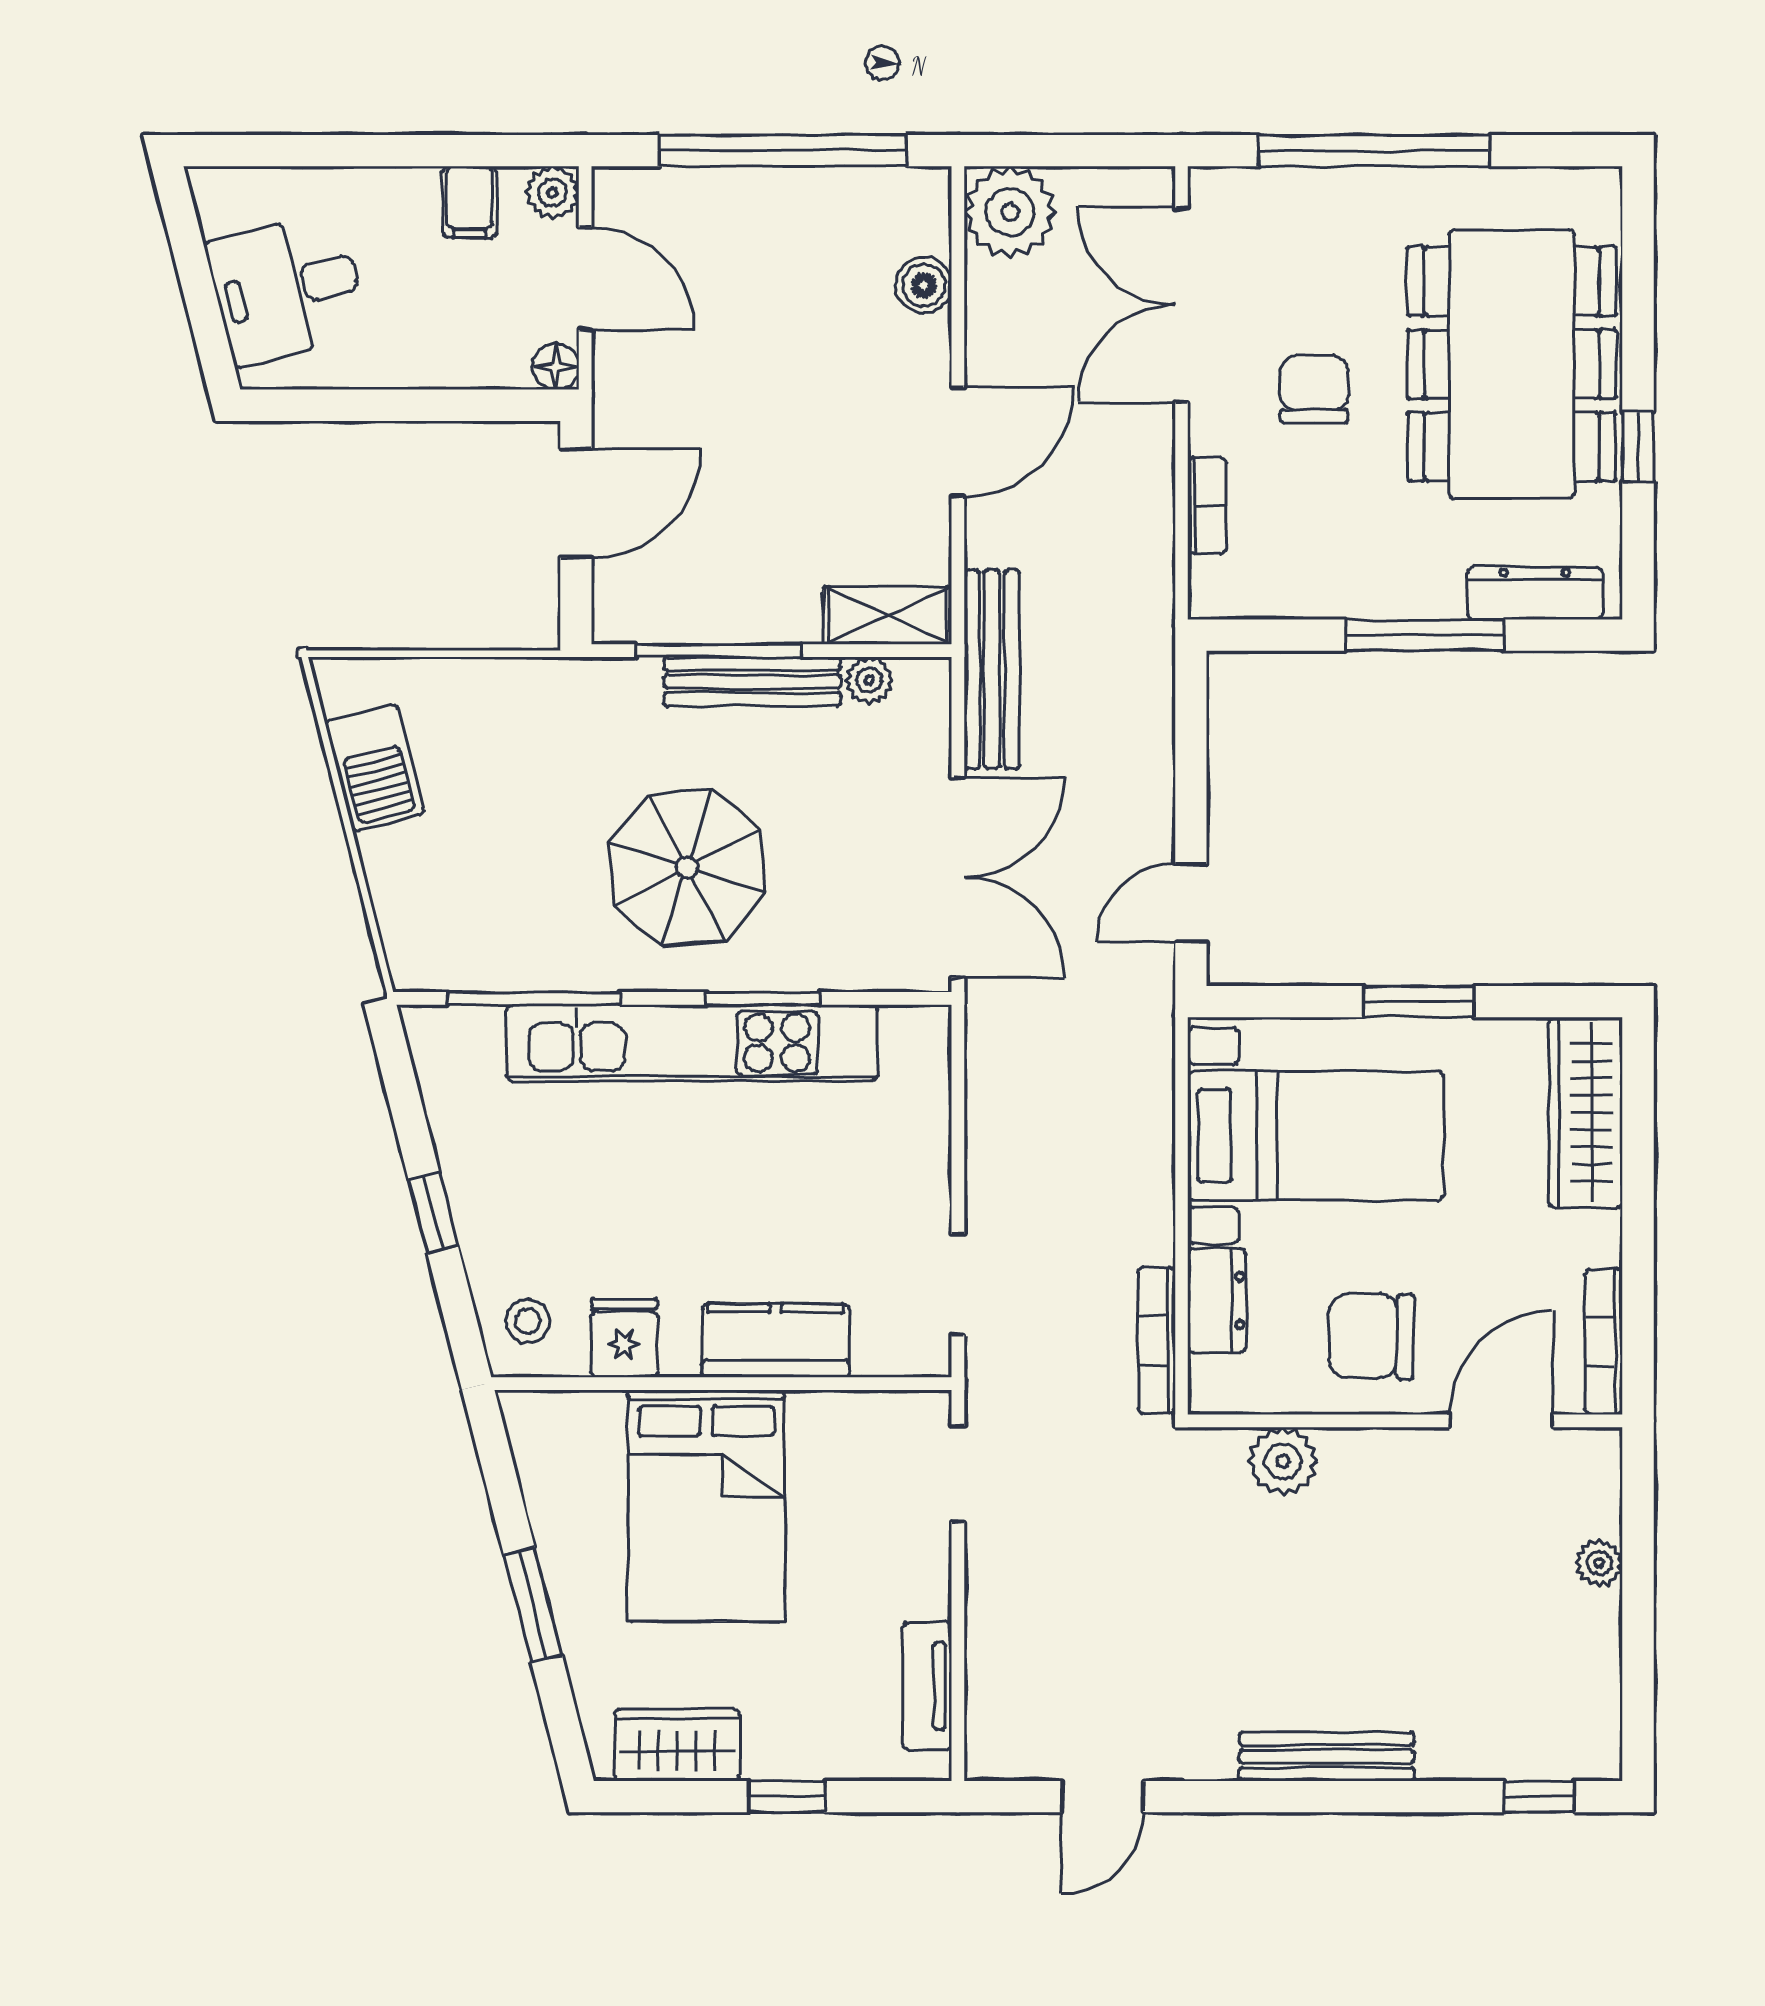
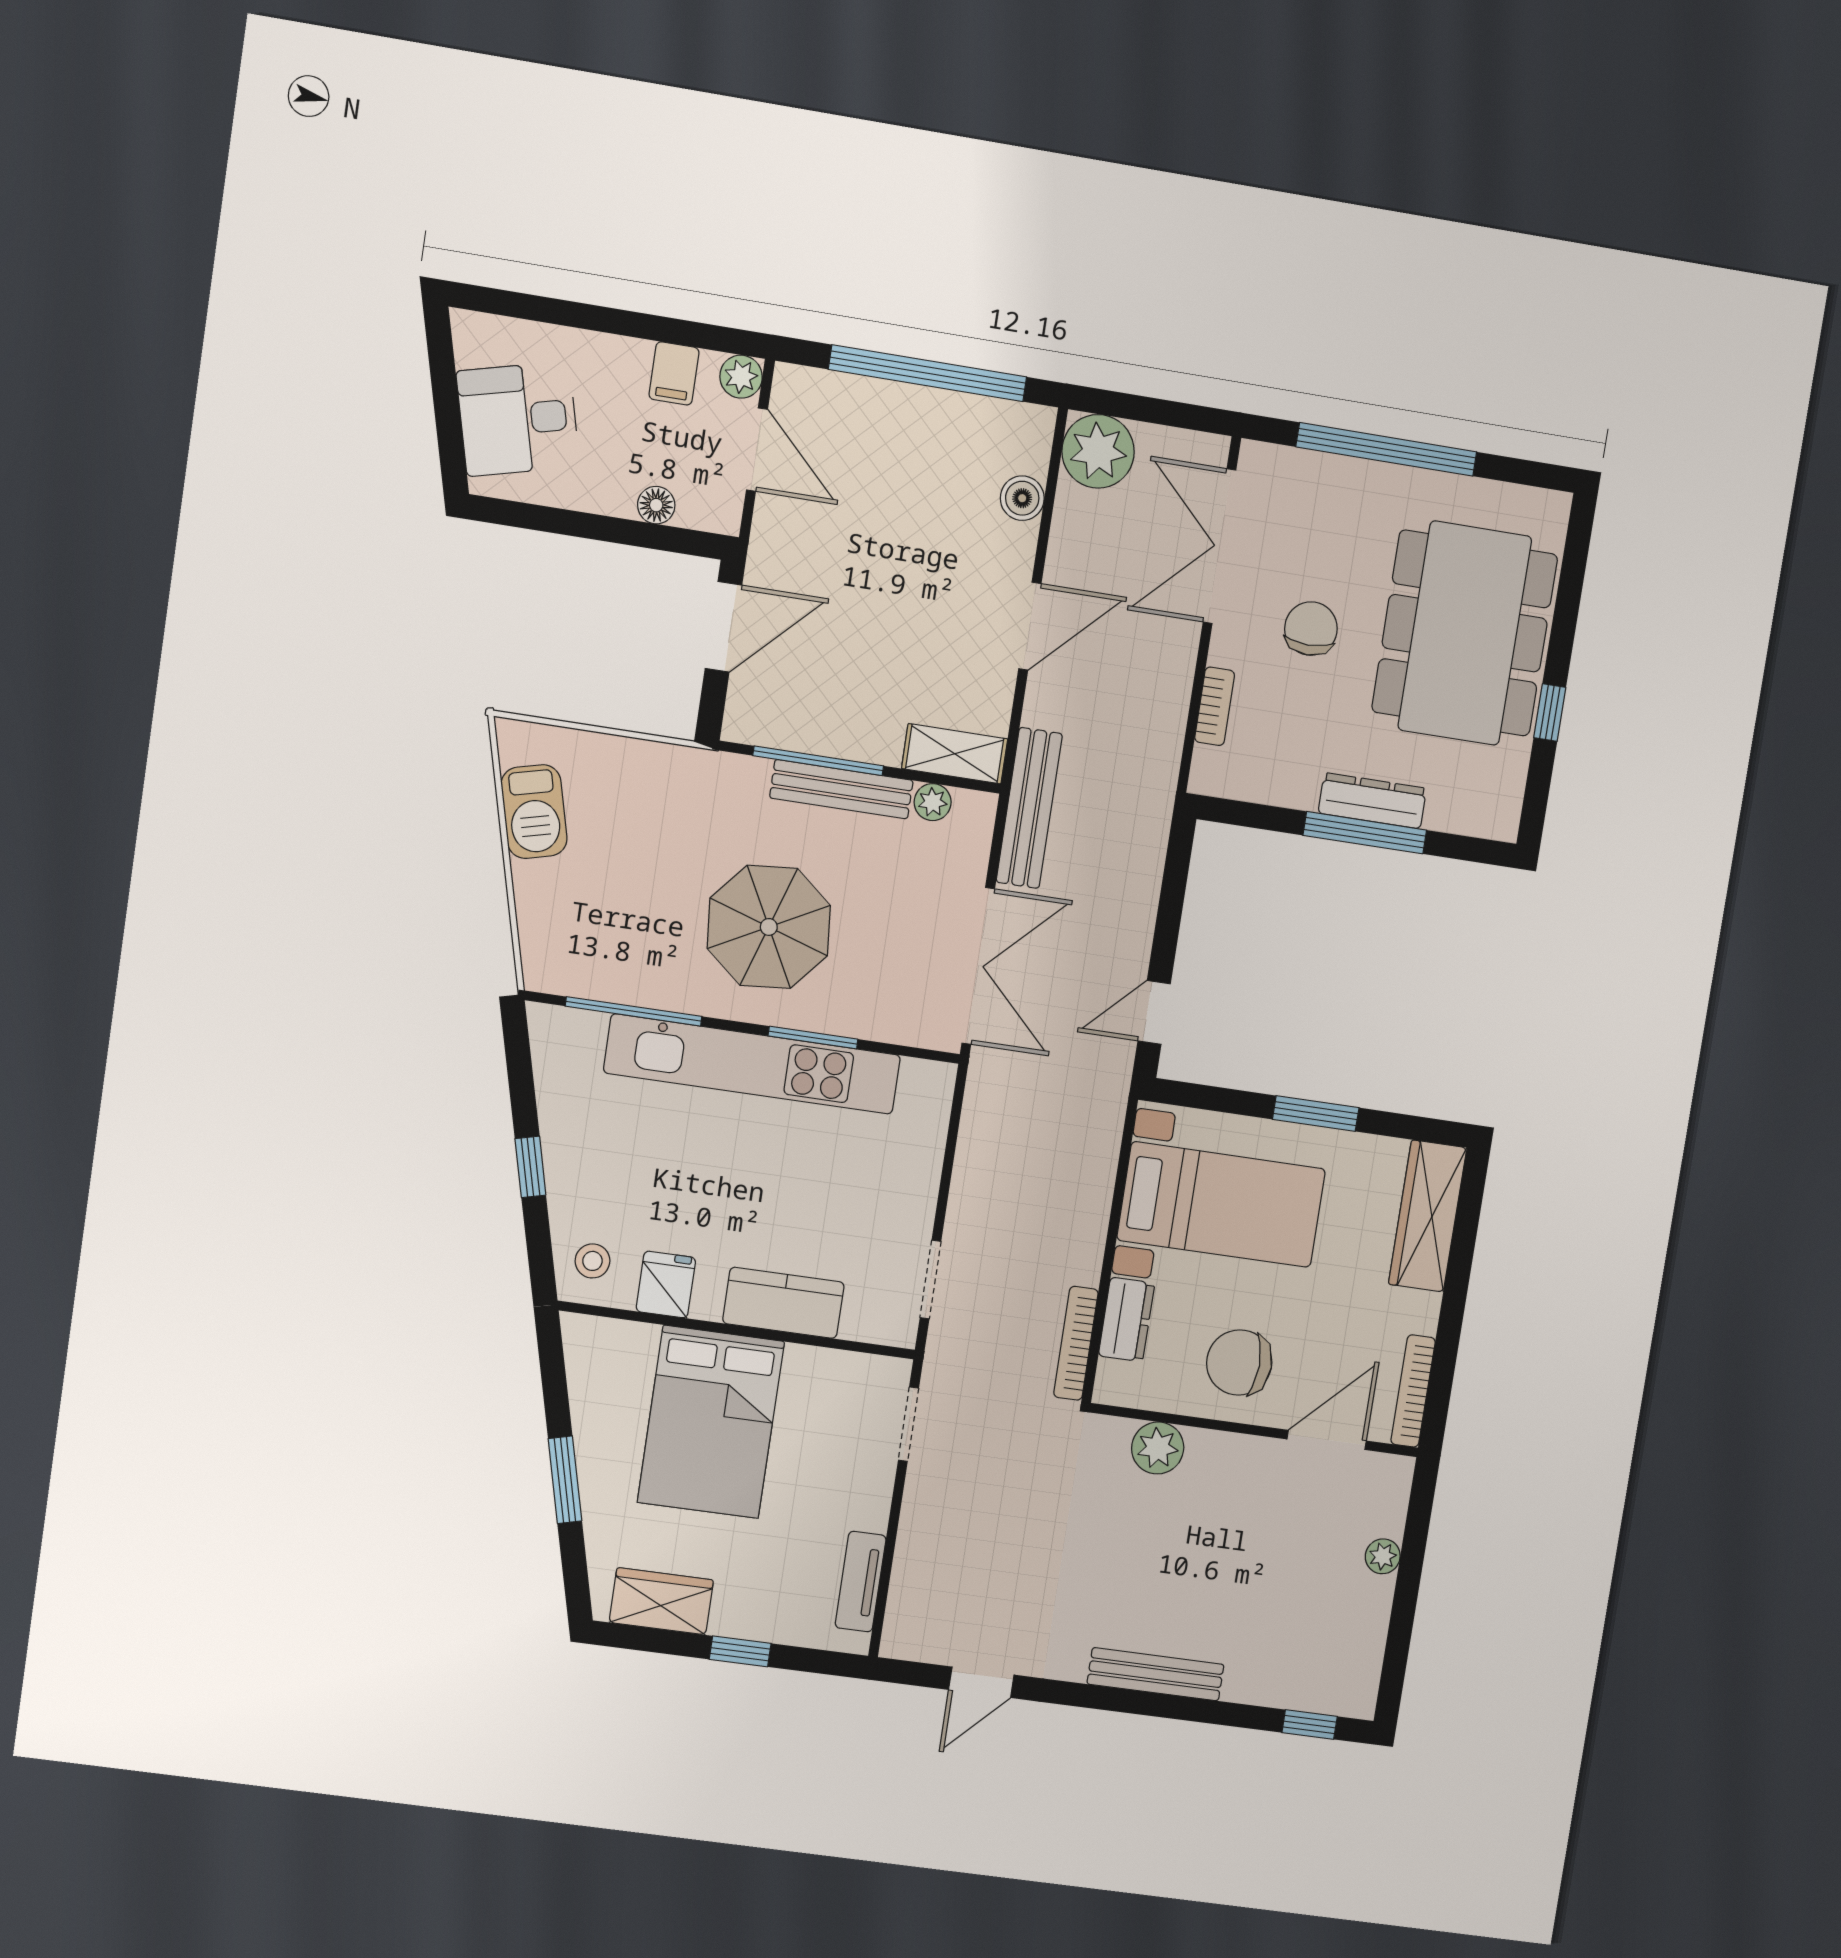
floor lamp: (556, 367) -> (656, 505), moved
dresser: (1535, 593) -> (1372, 801), moved

